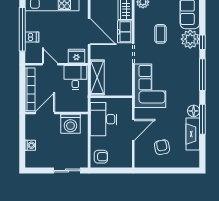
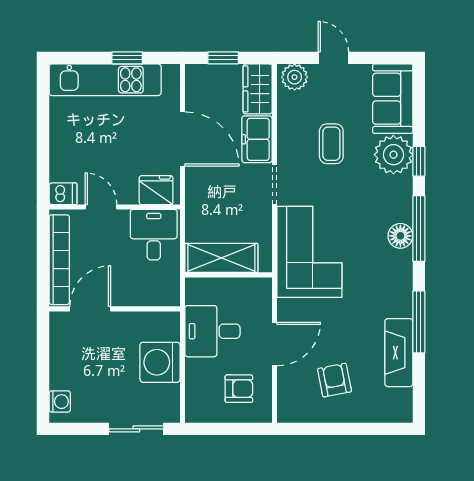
window: (22, 29) -> (43, 134), removed
dishwasher: (32, 37) -> (63, 194), moved
shelving: (97, 77) -> (221, 258), moved, turned 90
floor lamp: (194, 111) -> (400, 236), moved
desk: (103, 119) -> (212, 331), width x0.73
washing machine: (70, 124) -> (160, 362), moved, turned 90
washing machine: (30, 145) -> (60, 402), moved
armchair: (101, 157) -> (239, 389), moved

